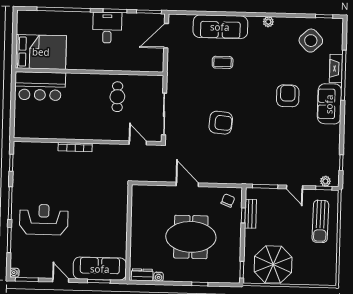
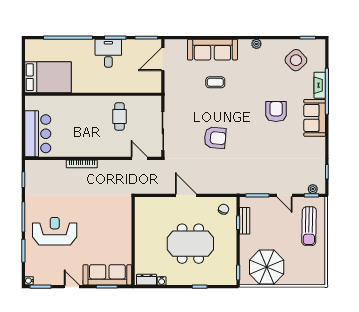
bar counter: (40, 86) -> (38, 134), moved, turned -90

